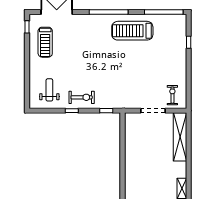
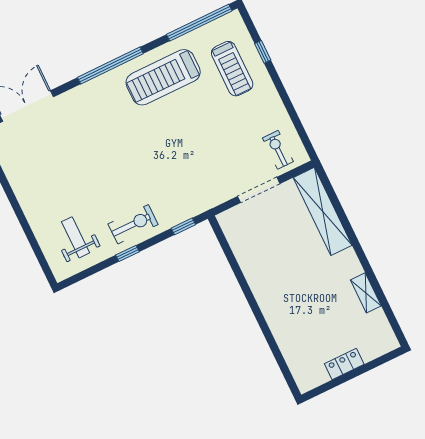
treadmill: (45, 42) -> (232, 69), moved

